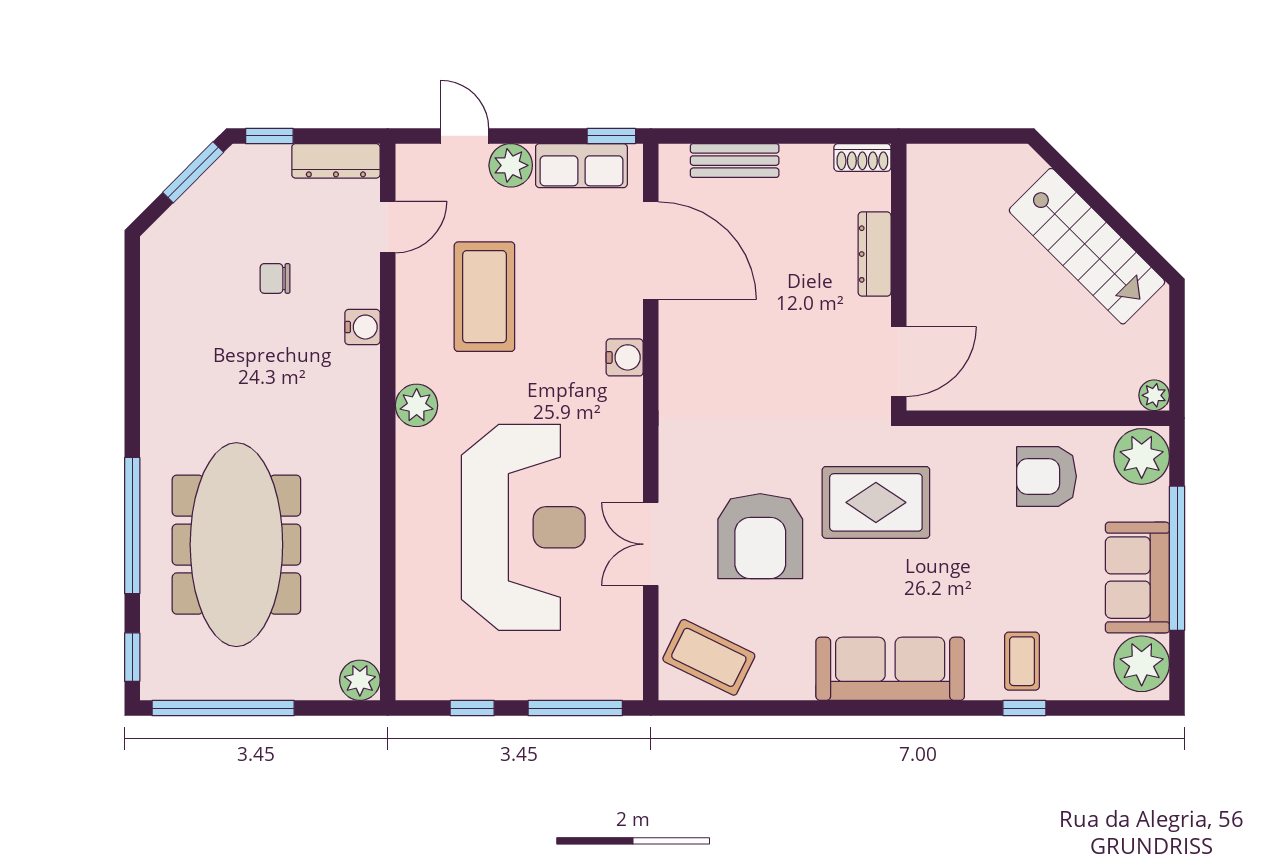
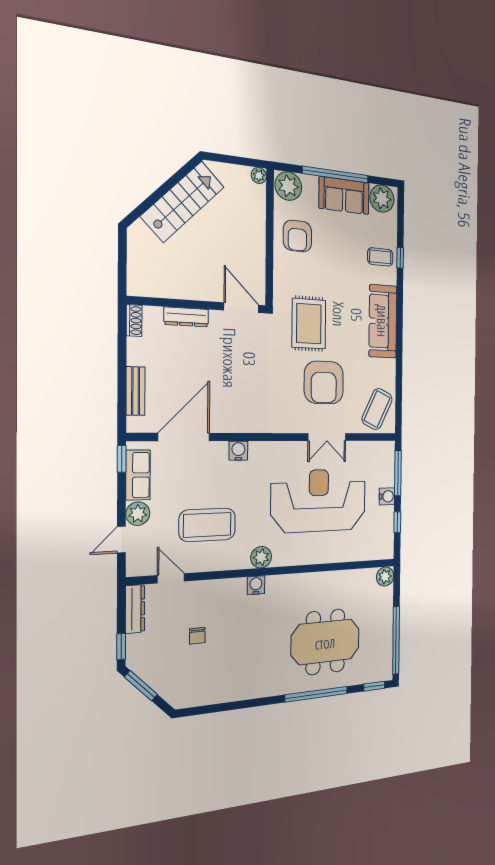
water cooler: (362, 327) -> (256, 585), moved
armchair: (760, 536) -> (324, 383), turned 90
meeting table: (236, 545) -> (325, 642), width x0.73
water cooler: (527, 683) -> (387, 496), added

